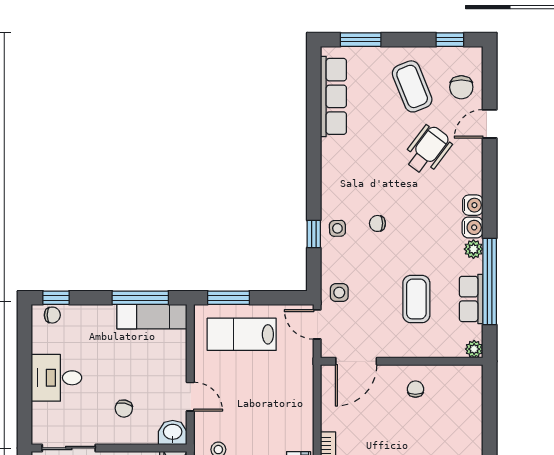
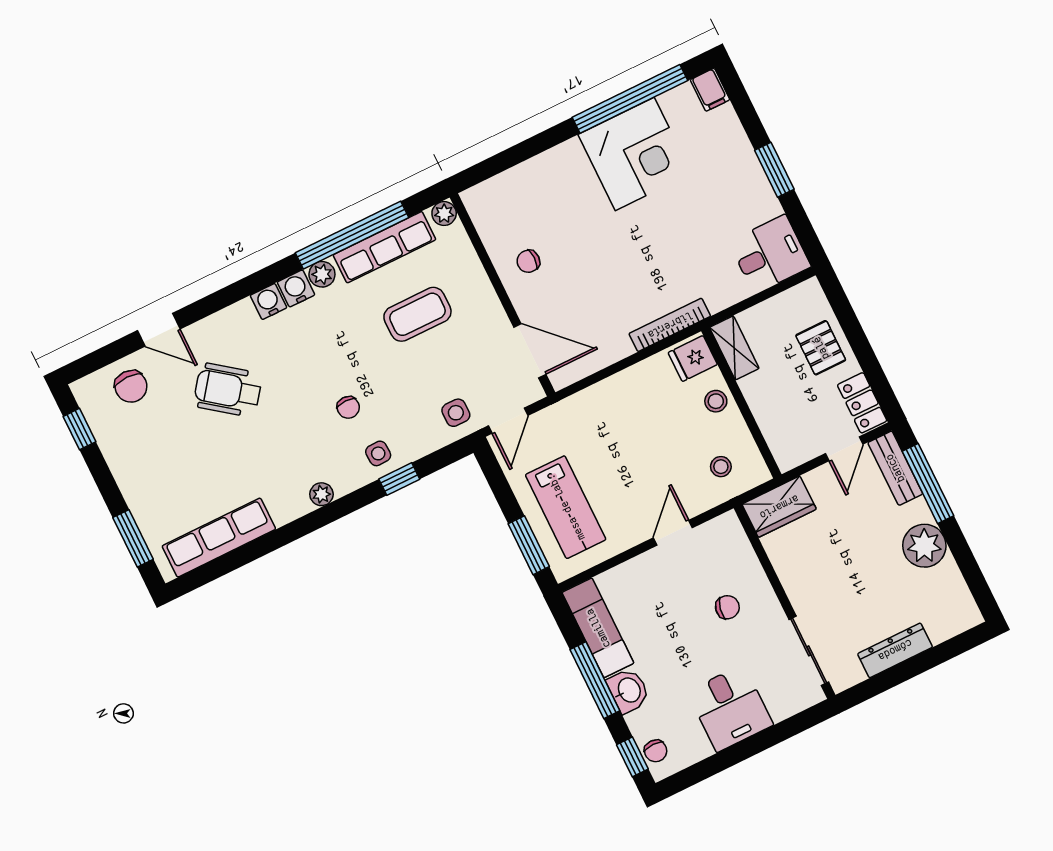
coffee table: (412, 86) -> (159, 447), removed
chair: (461, 87) -> (131, 386), turned 90
plant: (329, 178) -> (321, 494), added
window: (140, 298) -> (595, 680), moved
row of seats: (471, 299) -> (384, 247), width x1.48
chair: (52, 315) -> (656, 751), turned 180
washbasin: (173, 433) -> (628, 690), moved, turned 180

